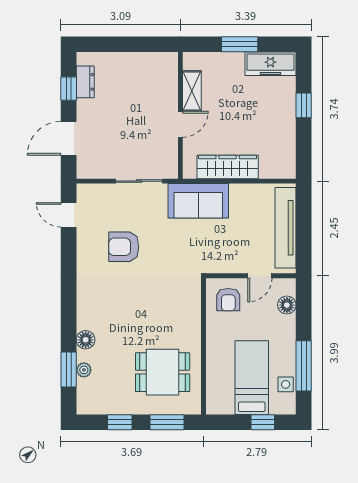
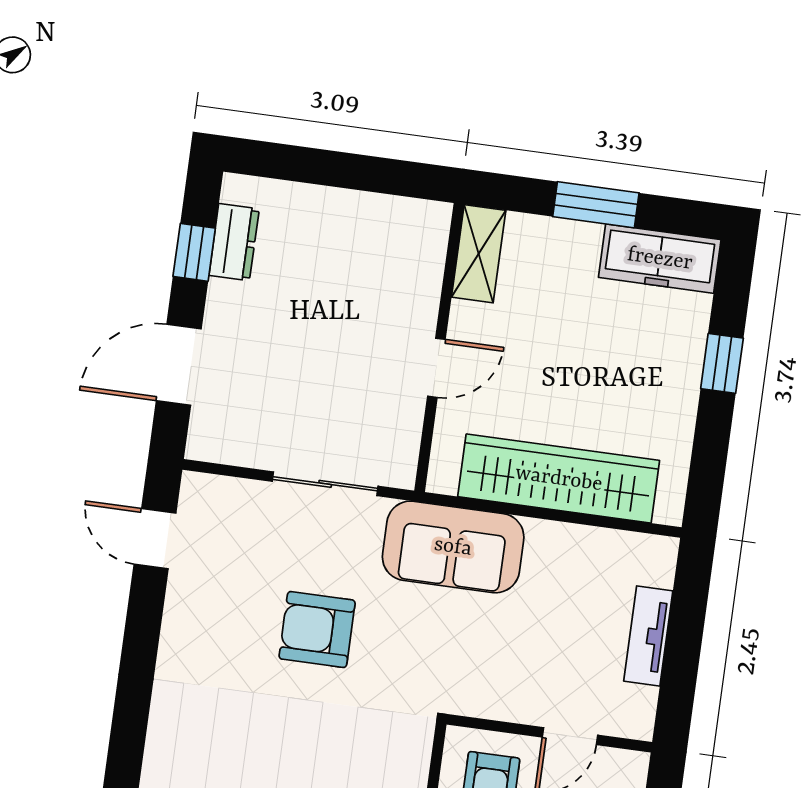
shelving: (192, 91) -> (479, 254), moved
wardrobe: (228, 167) -> (559, 479), width x1.40, depth x1.17
tv unit: (286, 228) -> (648, 636), width x0.52, depth x0.78
armchair: (124, 247) -> (317, 630), moved

